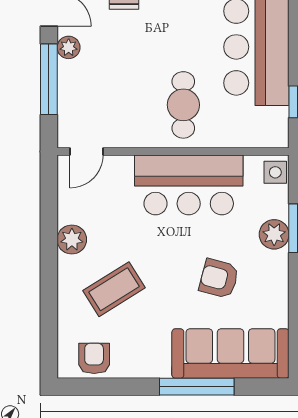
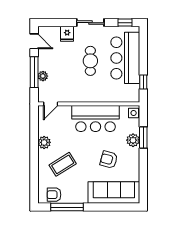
plant: (69, 47) -> (43, 76), moved
cafe table: (183, 105) -> (90, 61), moved
armchair: (94, 358) -> (54, 195), turned -90
window: (197, 387) -> (67, 207), moved

